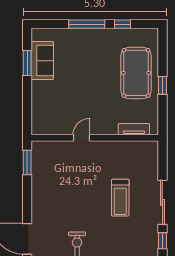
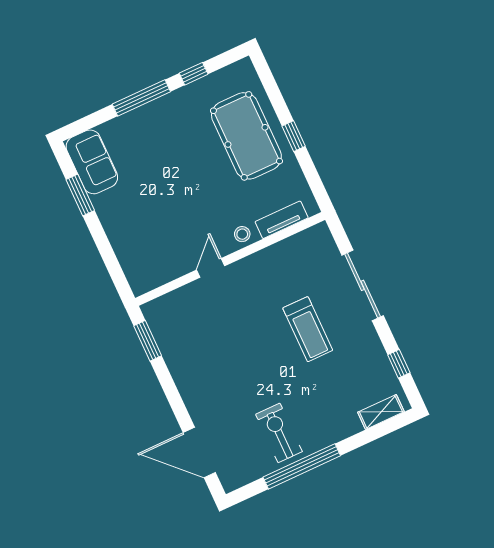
sofa: (42, 61) -> (92, 162), moved
stool: (108, 127) -> (242, 234), added
sliding door: (162, 202) -> (363, 285), moved

